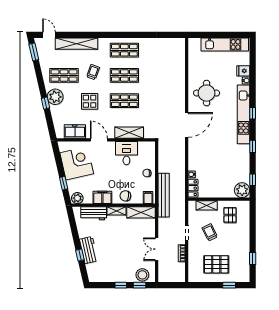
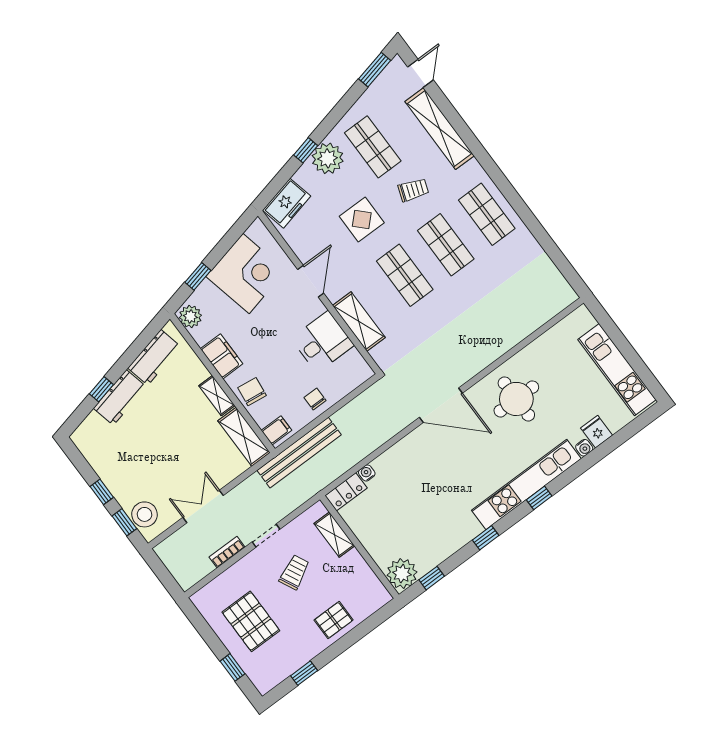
freezer: (75, 132) -> (287, 203), moved, turned 77
workbench: (94, 213) -> (154, 357), moved, turned -103
pallet: (230, 215) -> (334, 620), moved

